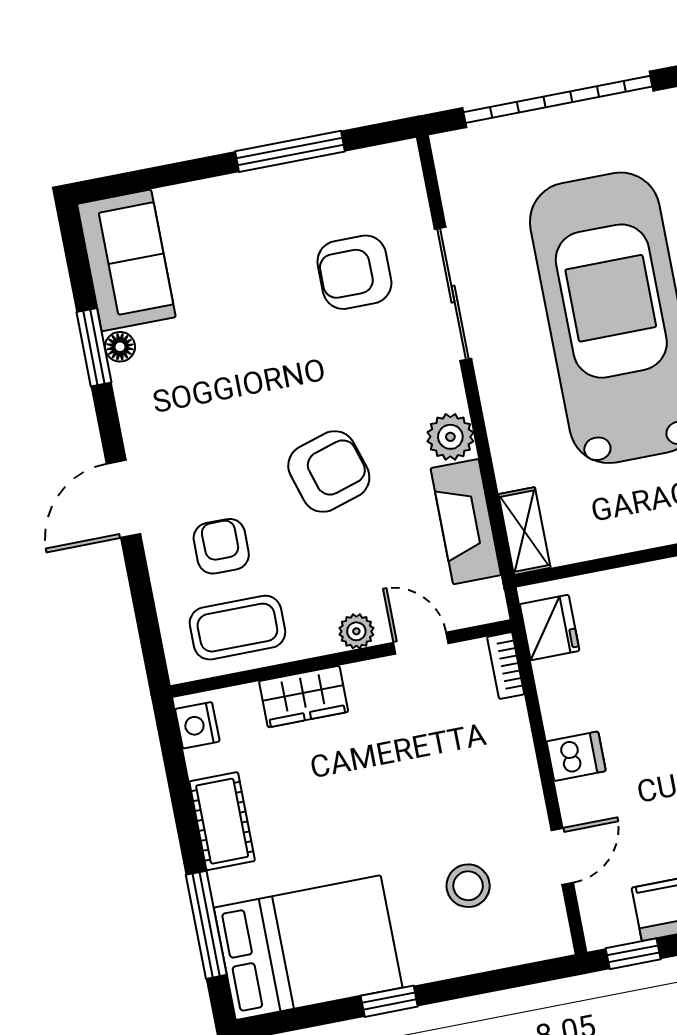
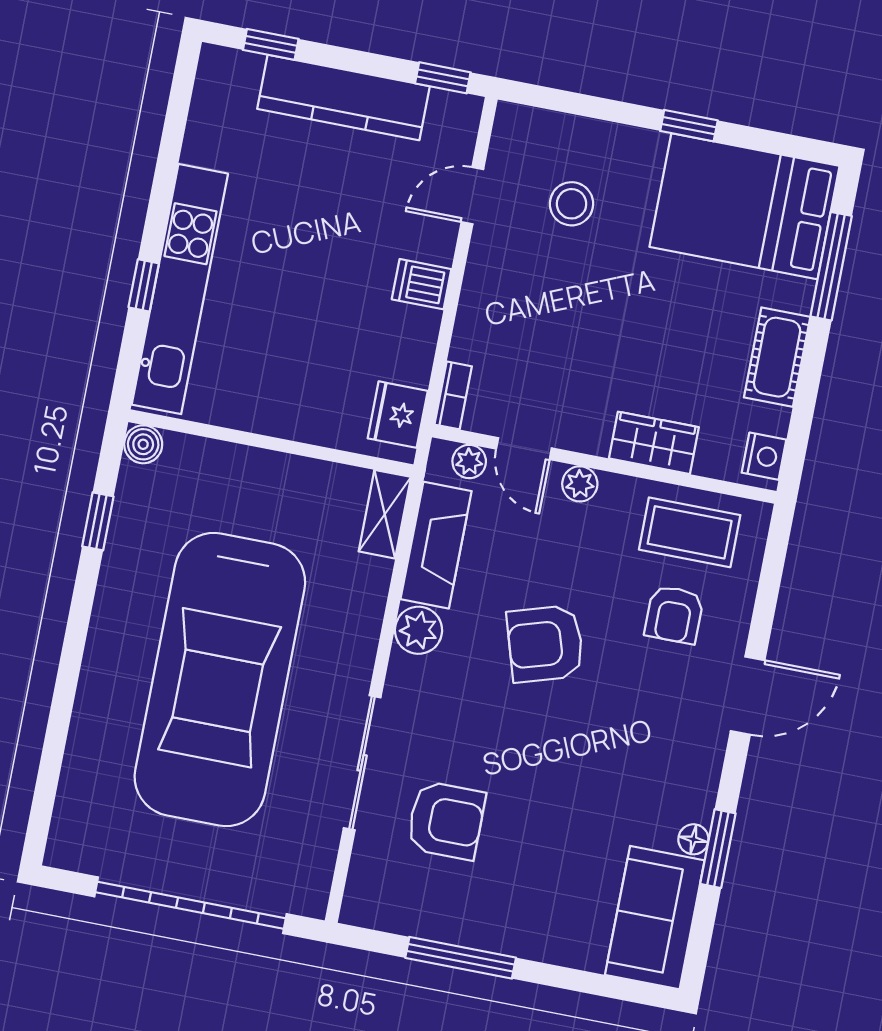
plant: (466, 611) -> (469, 462), added

